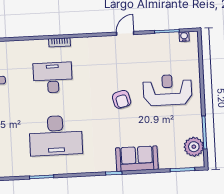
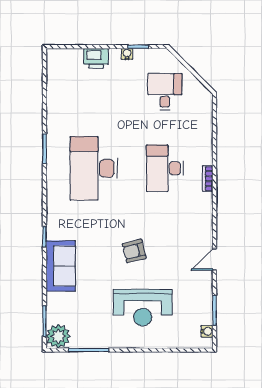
door: (125, 33) -> (214, 259), swing flipped
desk: (53, 78) -> (165, 168), turned 180
reception desk: (167, 90) -> (143, 308), turned 90
plant: (194, 147) -> (58, 336), moved

